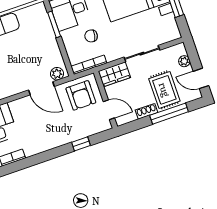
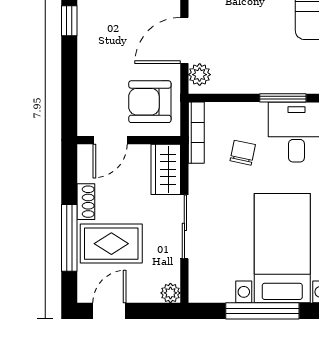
plant: (184, 61) -> (170, 293), moved
window: (81, 144) -> (69, 21), moved

